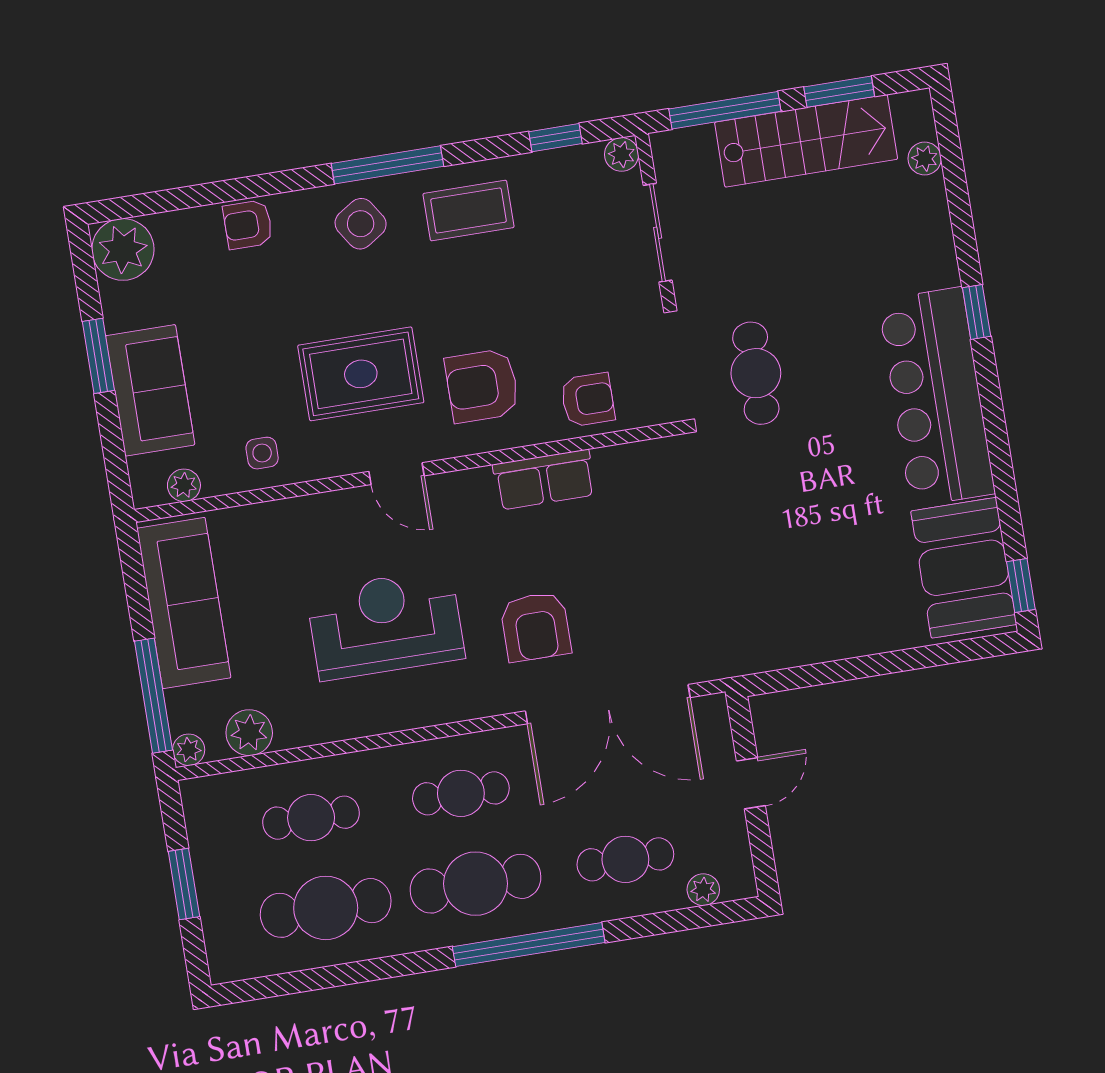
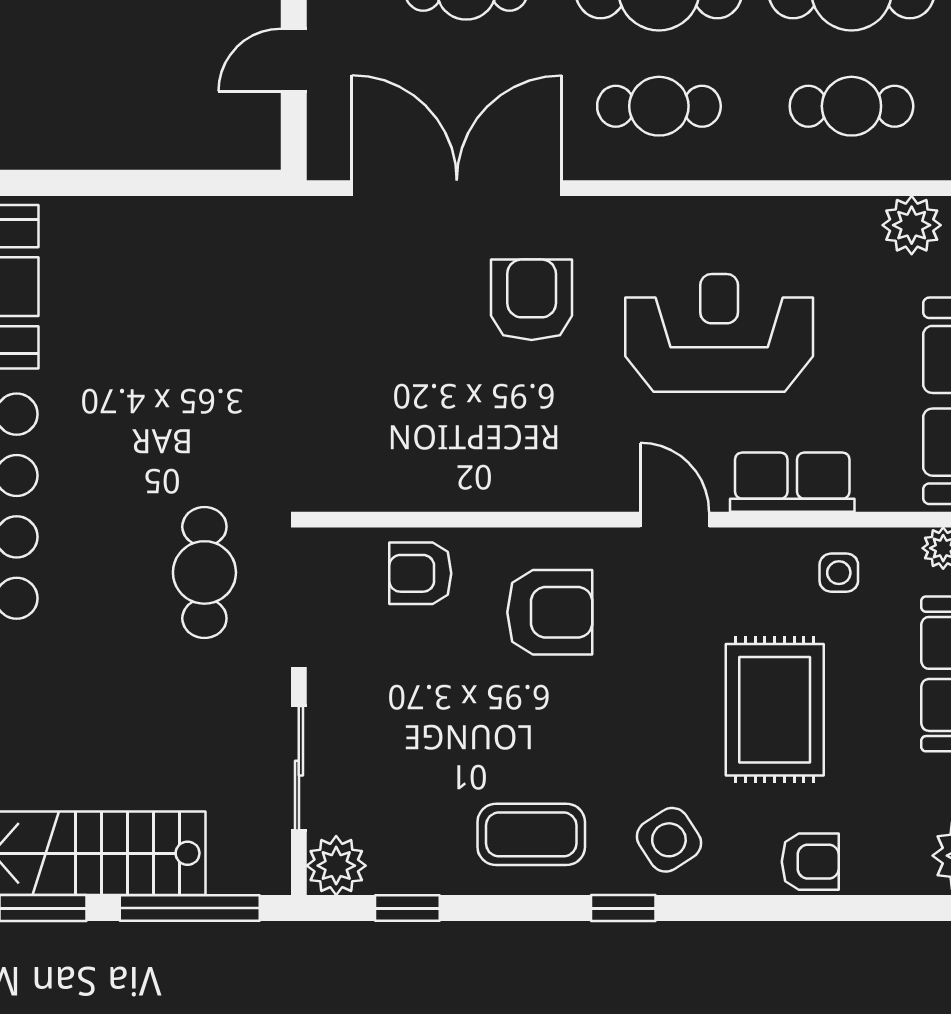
plant: (622, 154) -> (336, 866), width x1.38, depth x1.38
window: (387, 165) -> (623, 908), width x0.46
rug: (361, 374) -> (775, 710), moved, turned 90
row of seats: (544, 480) -> (792, 482), moved
reception desk: (385, 625) -> (719, 333), turned 180

